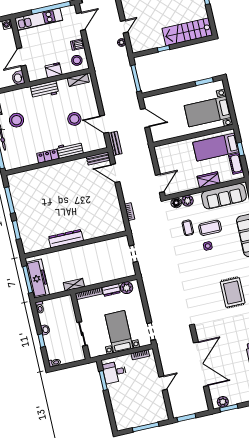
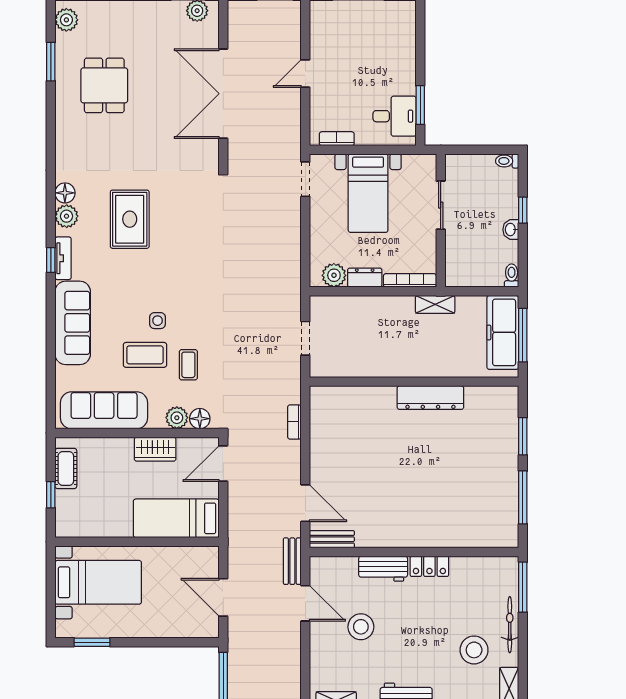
bed: (216, 147) -> (176, 518), moved, turned 180
wardrobe: (209, 180) -> (155, 449), moved

